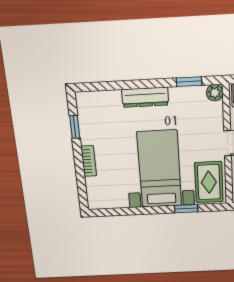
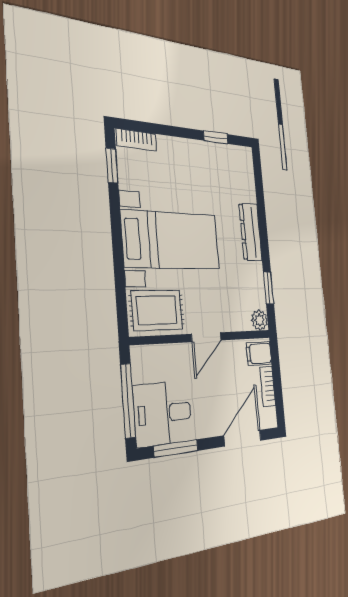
bookcase: (89, 161) -> (137, 140), moved
window: (186, 209) -> (112, 166), moved

